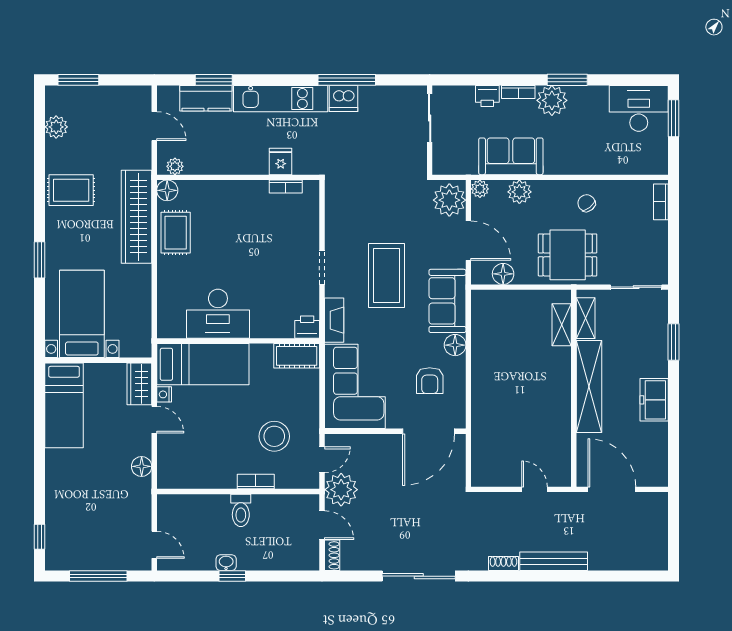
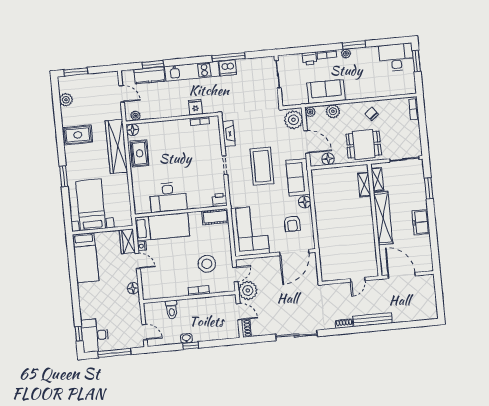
plant: (552, 100) -> (346, 54), width x0.53, depth x0.53
fireplace: (334, 320) -> (229, 134), moved
door: (534, 489) -> (358, 280), swing flipped
toilet: (241, 510) -> (172, 310), moved
desk: (67, 542) -> (95, 335), added

